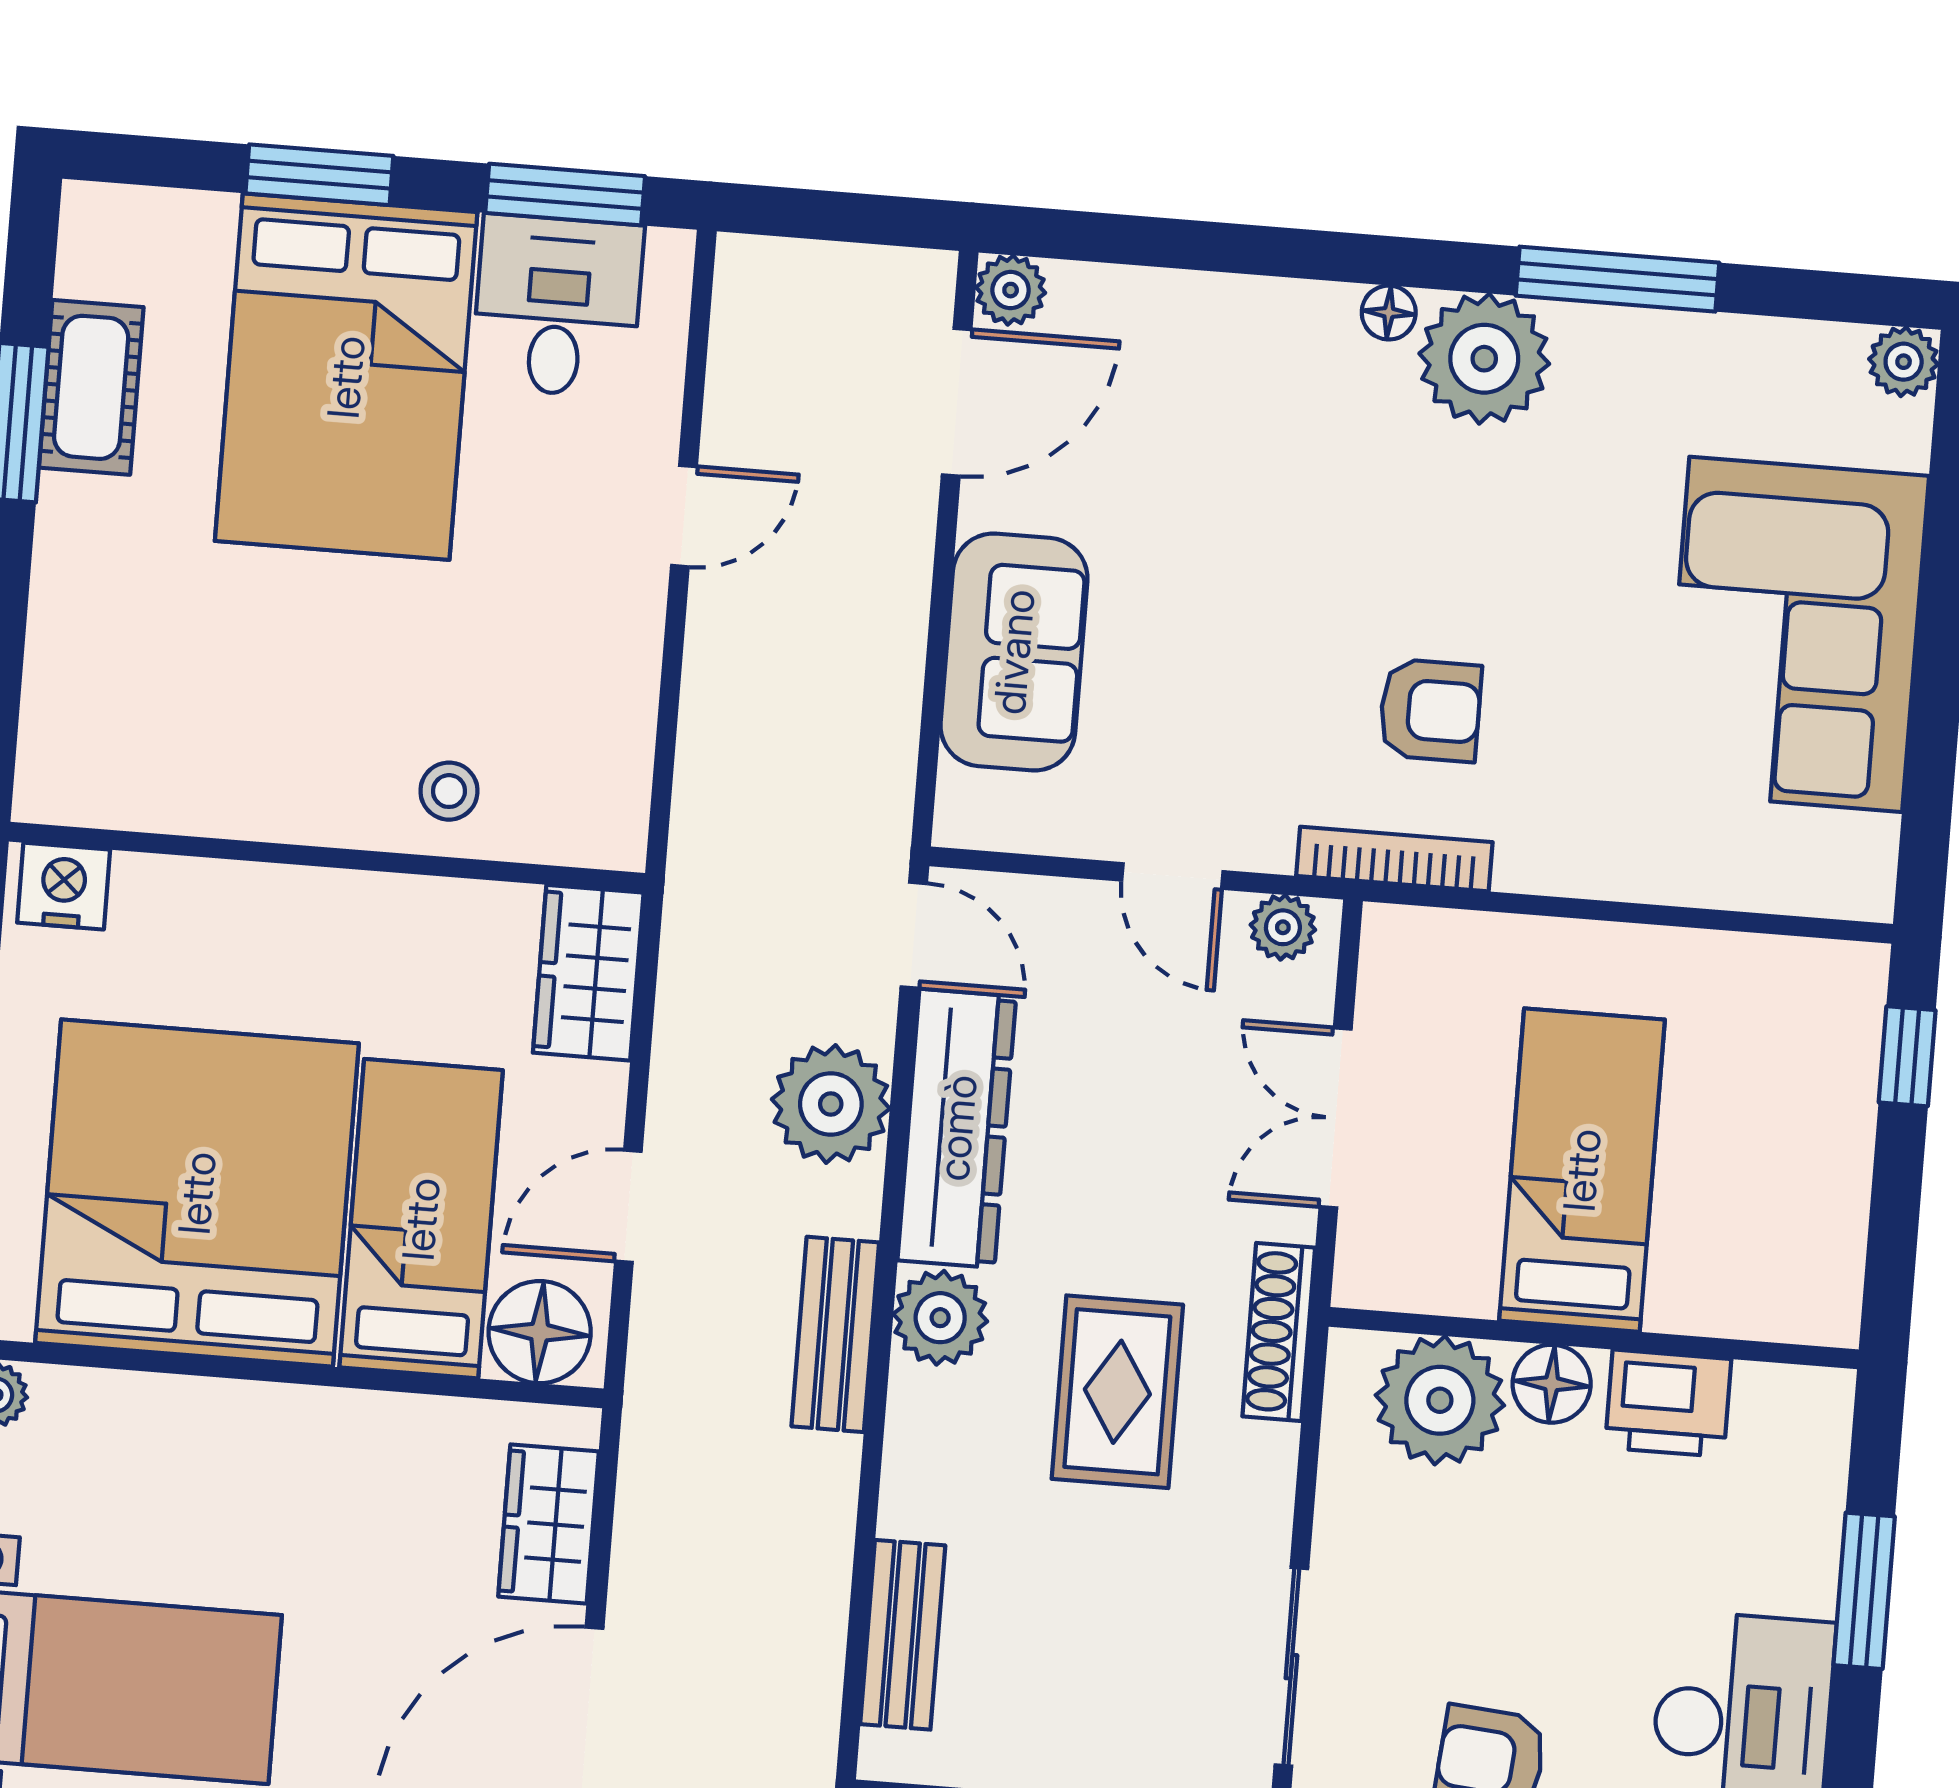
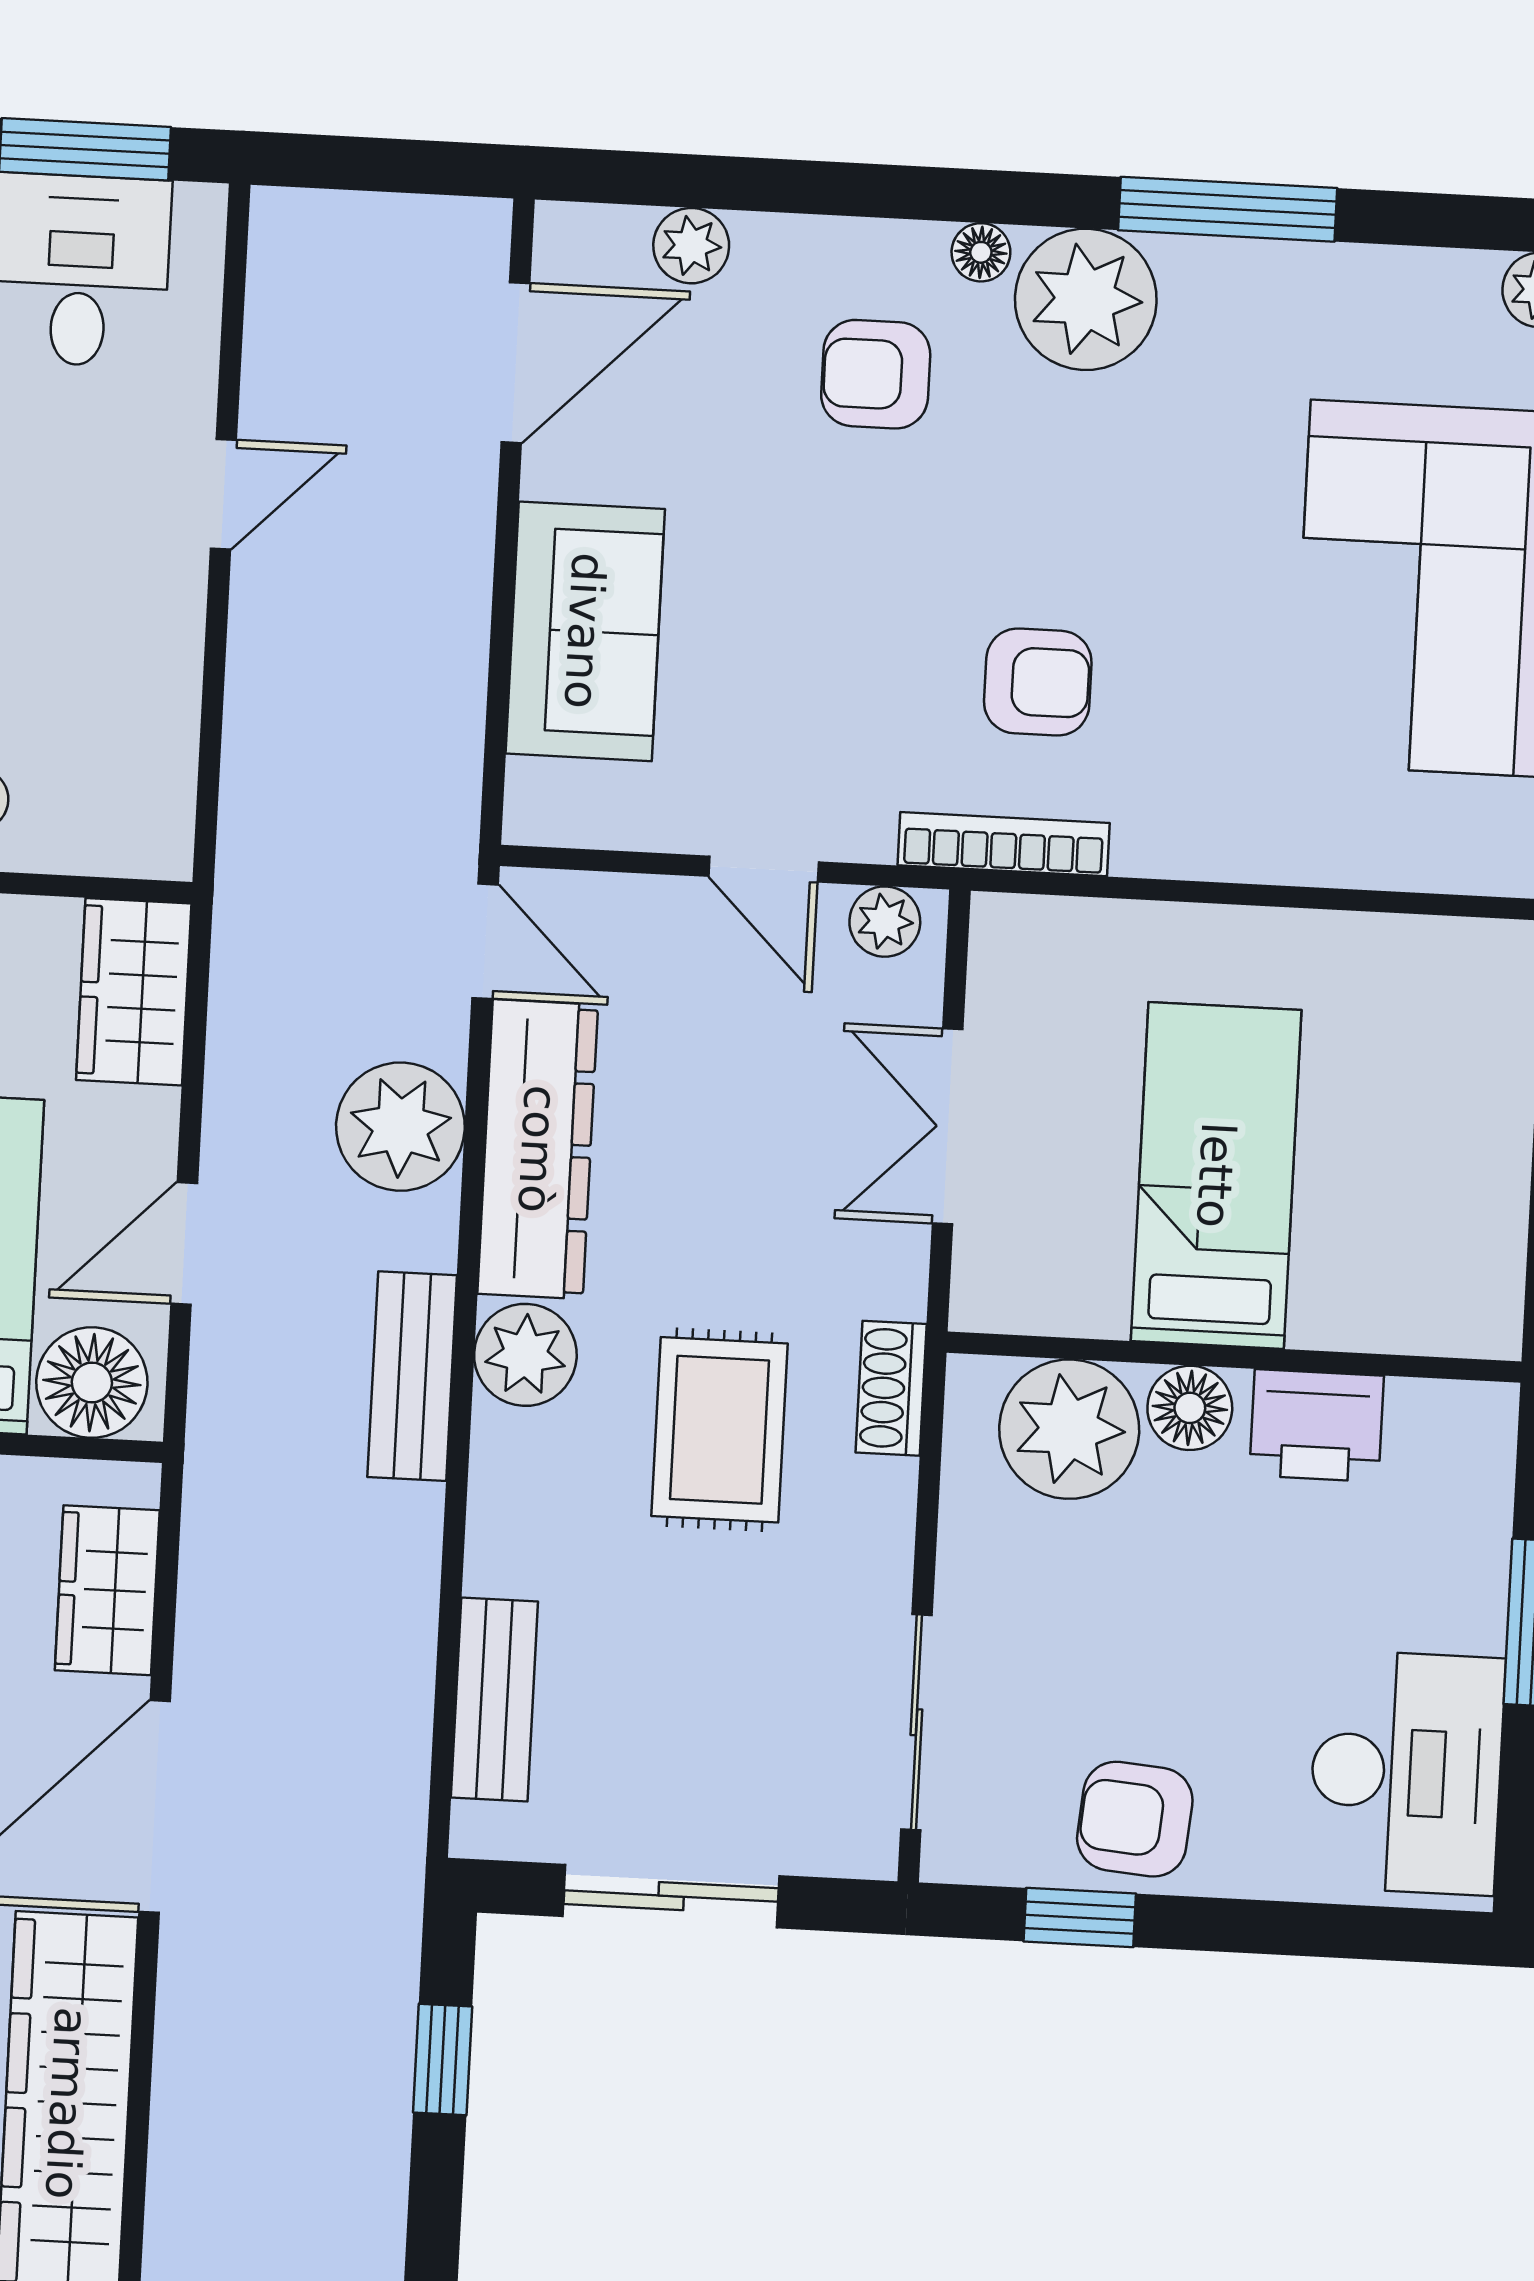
plant: (1011, 290) -> (691, 246), moved
armchair: (1289, 422) -> (876, 374), added
shoe rack: (1279, 1332) -> (891, 1388), width x0.70

